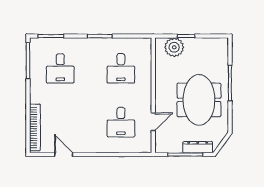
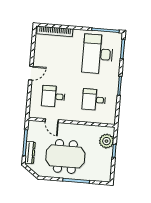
desk: (60, 68) -> (98, 54), width x1.87, depth x1.30
door: (64, 155) -> (31, 73), moved

